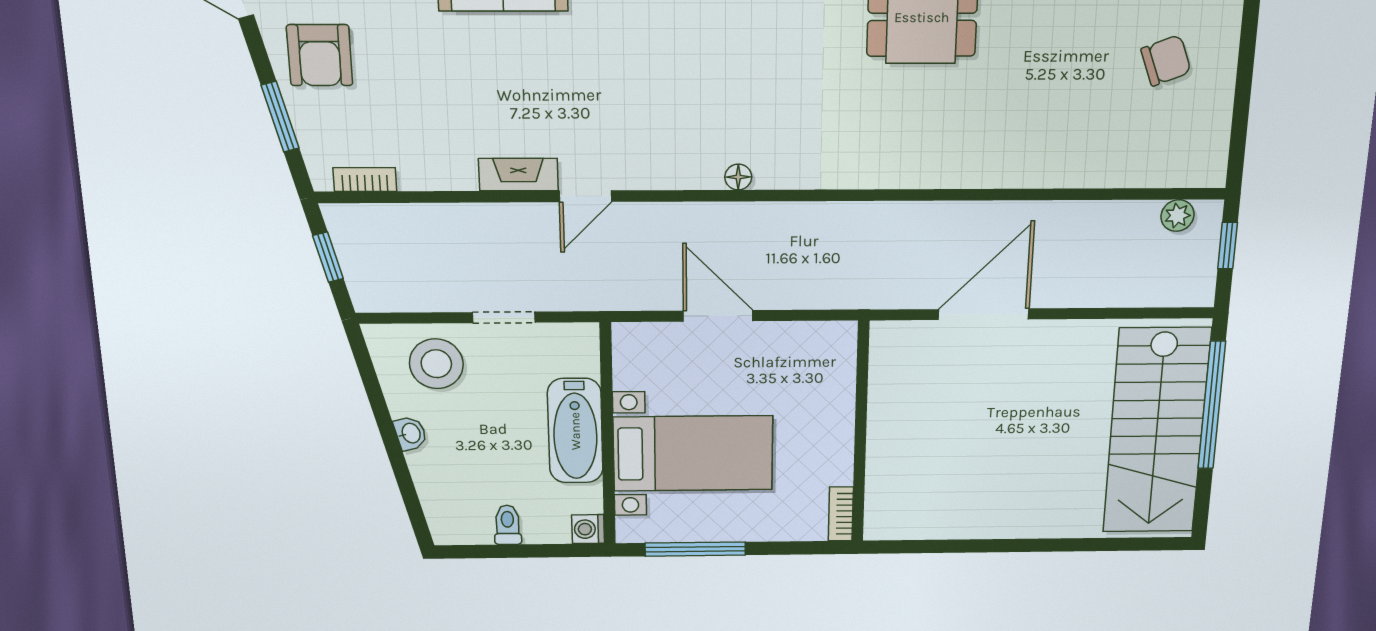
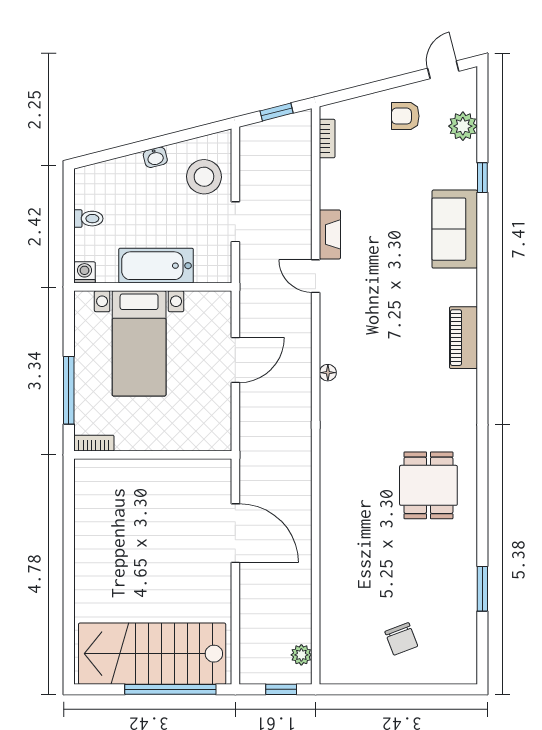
armchair: (320, 55) -> (405, 116), width x0.72, depth x0.72
window: (280, 117) -> (367, 89), removed
window: (695, 549) -> (69, 390), moved

